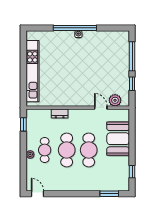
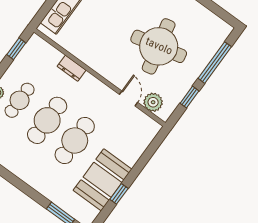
round table: (97, 69) -> (159, 46), added
booth: (118, 139) -> (103, 180), moved
window: (132, 172) -> (119, 194), moved

